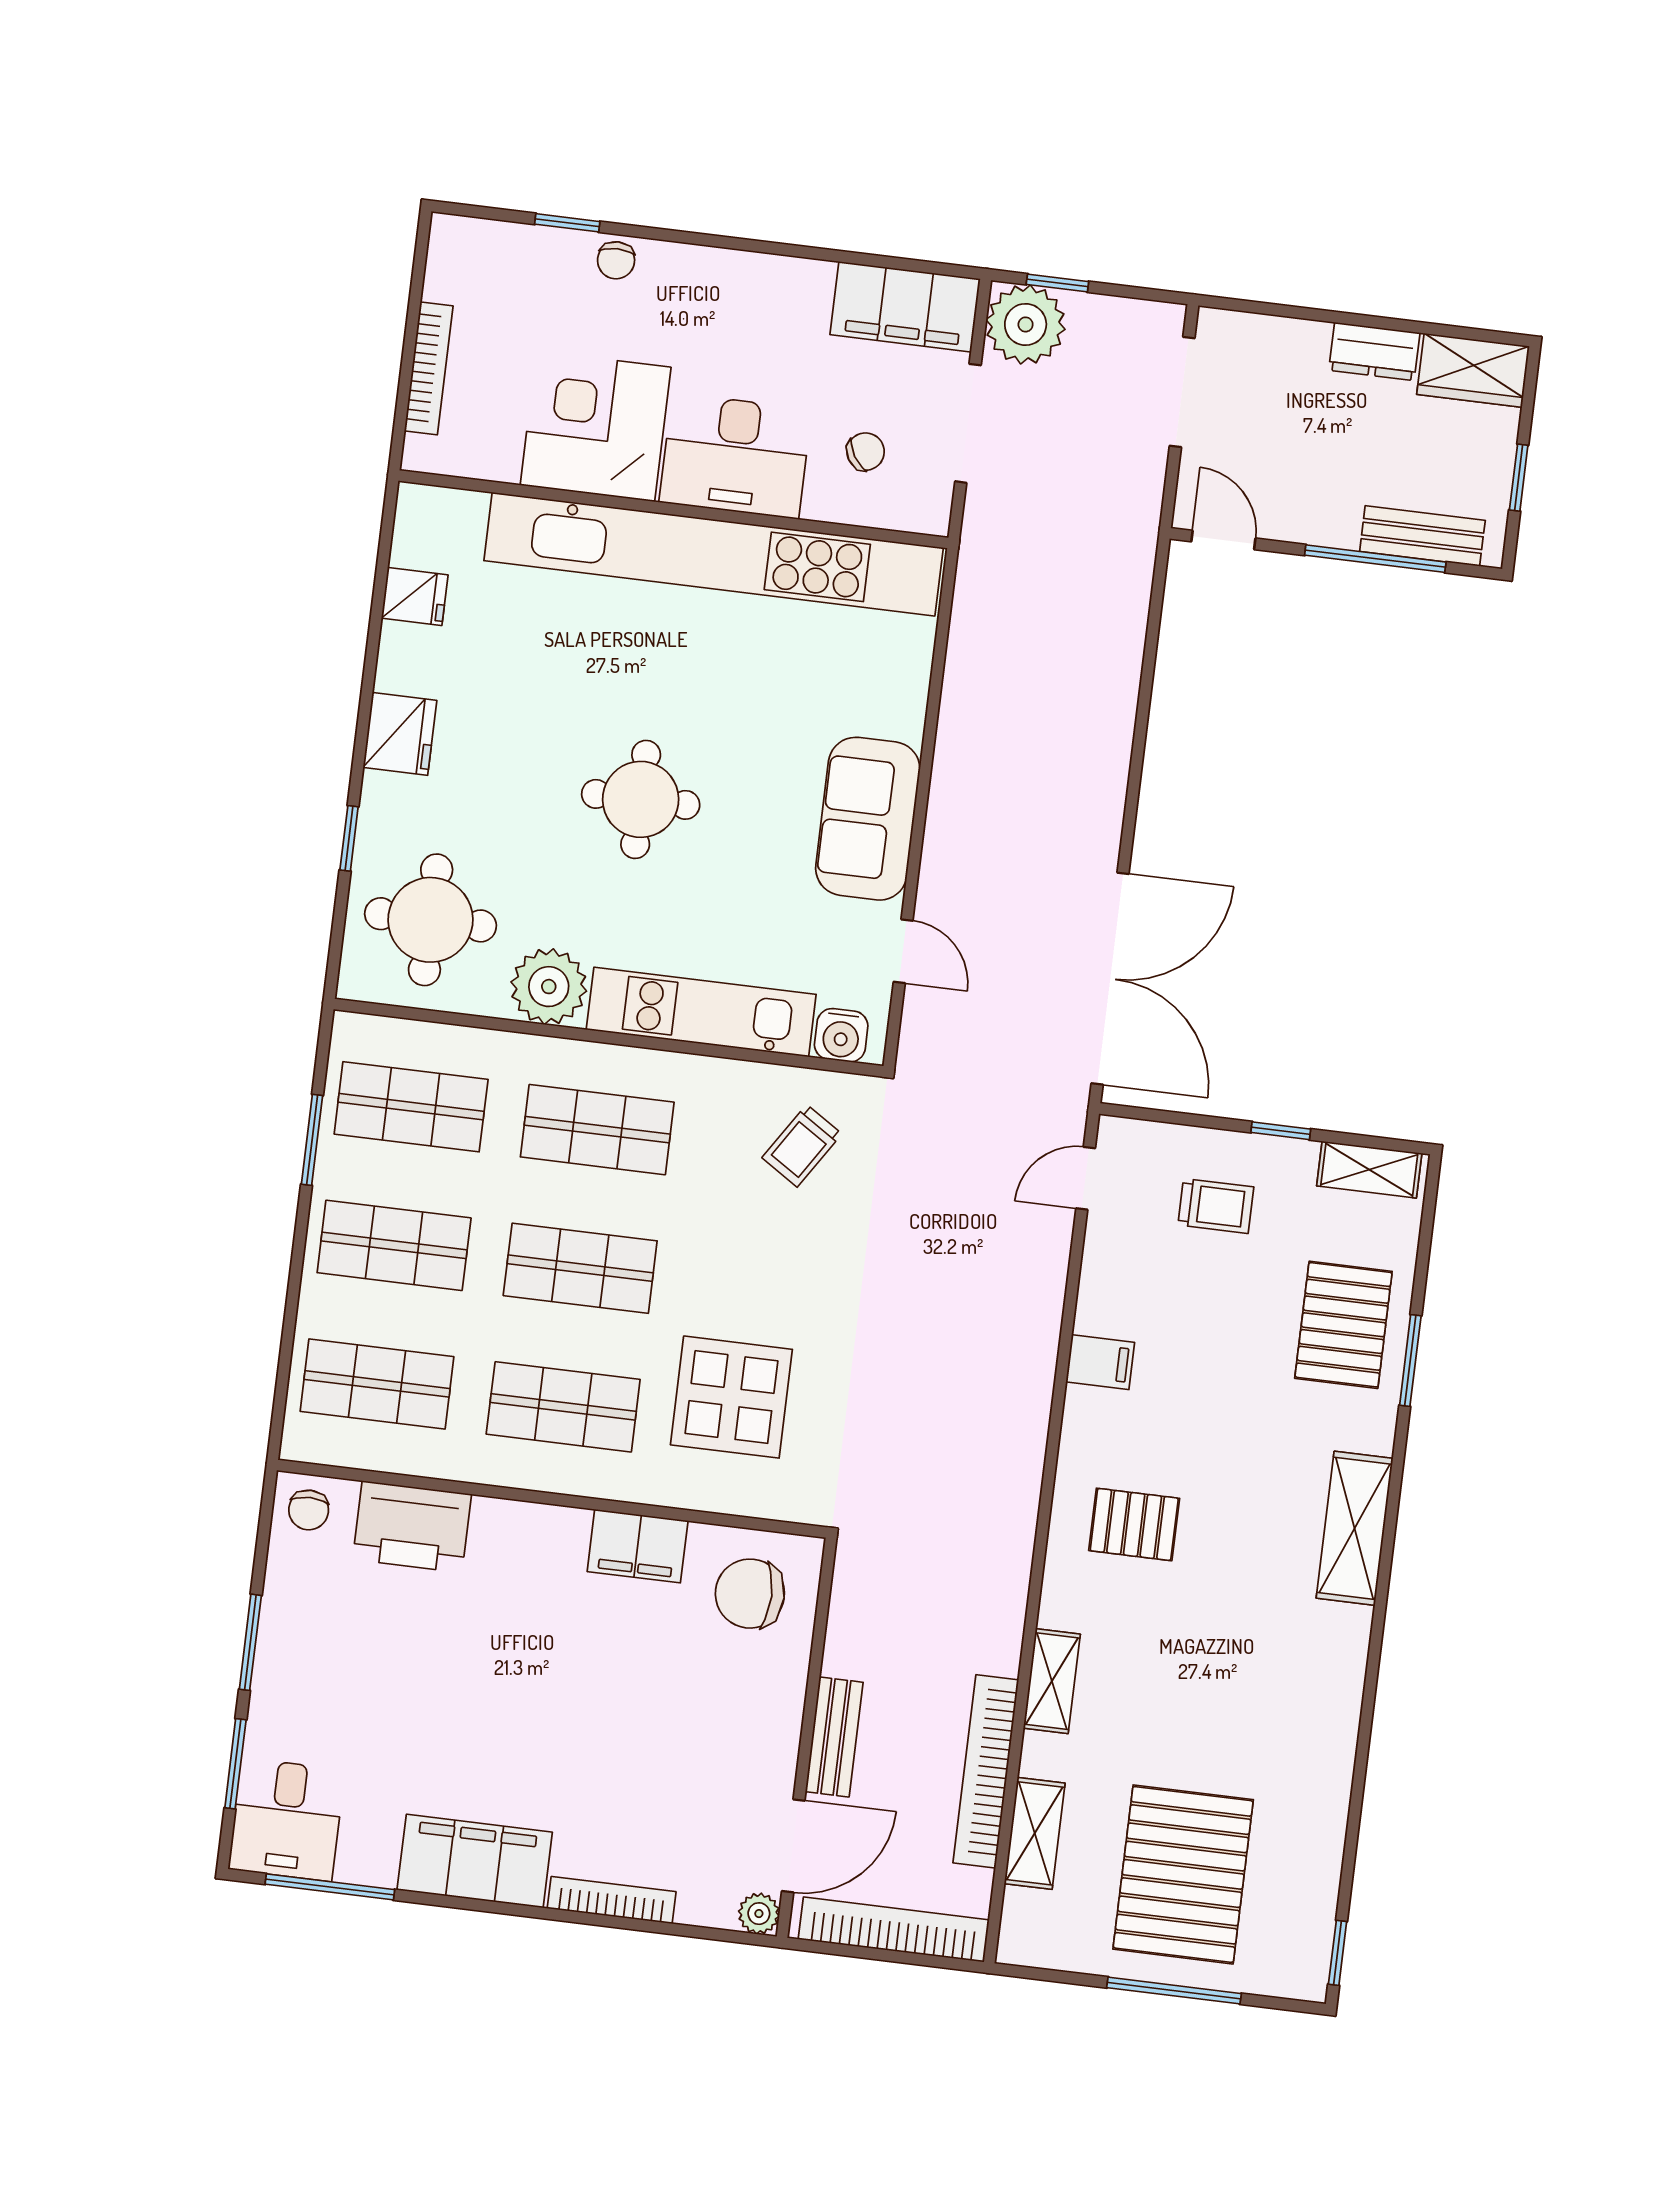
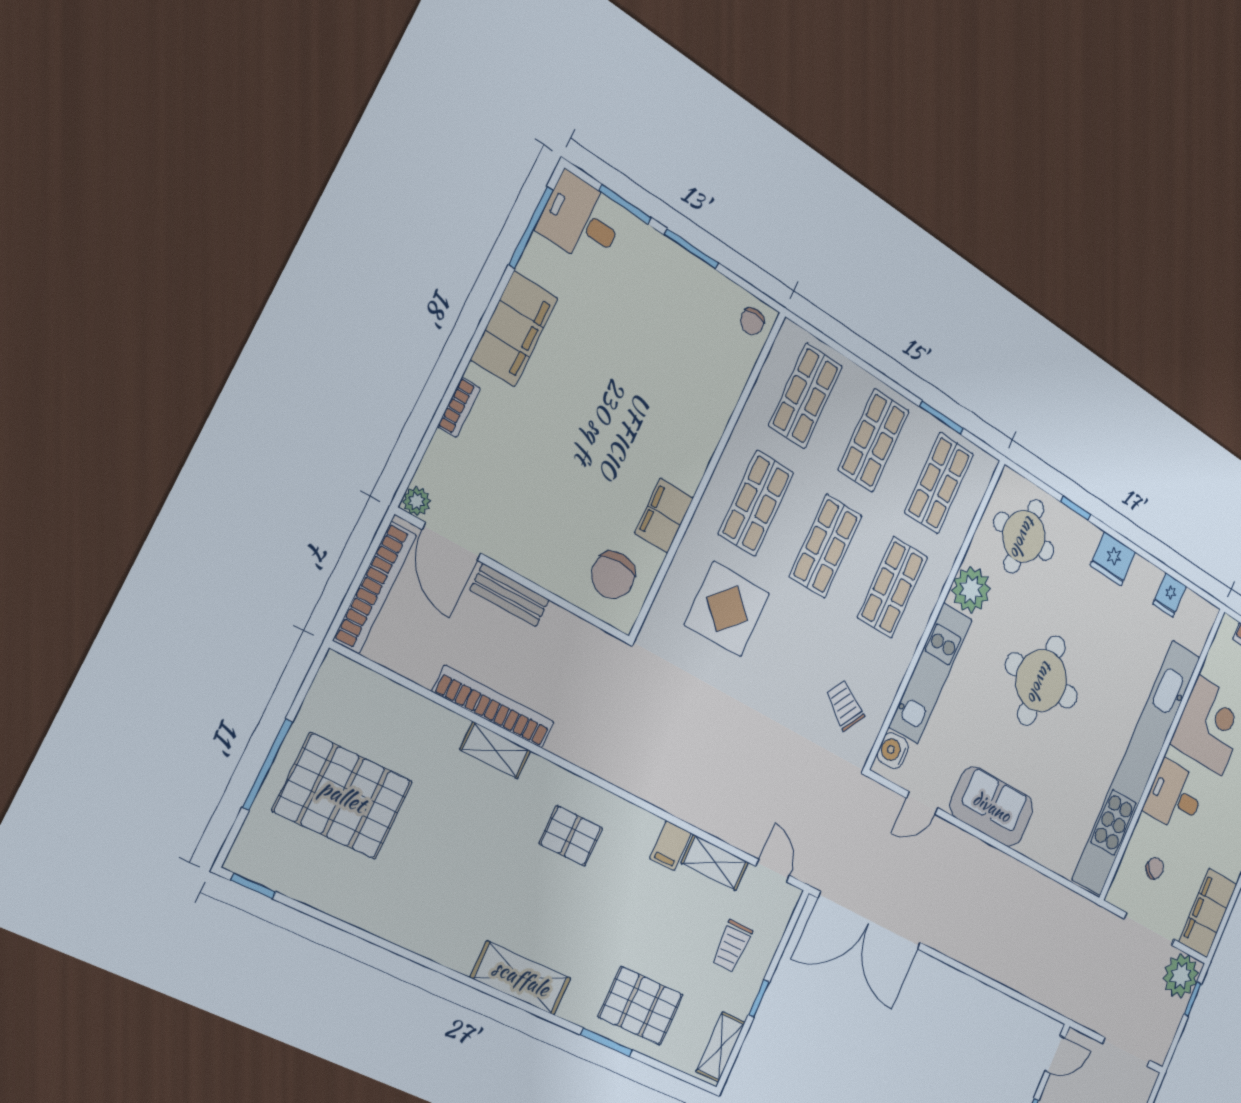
chair: (866, 452) -> (1155, 868), turned -111
desk: (735, 456) -> (1175, 796), width x0.73
round table: (641, 799) -> (1041, 681), width x1.36, depth x1.36
chair: (309, 1510) -> (752, 321), turned -90
pallet: (1134, 1524) -> (571, 836), turned 90
printer: (412, 1527) -> (722, 380), removed
chair: (750, 1594) -> (613, 575), turned 180
bookcase: (986, 1771) -> (494, 707), moved
shelving: (1035, 1833) -> (715, 862), moved
bookcase: (612, 1900) -> (459, 407), width x0.64

